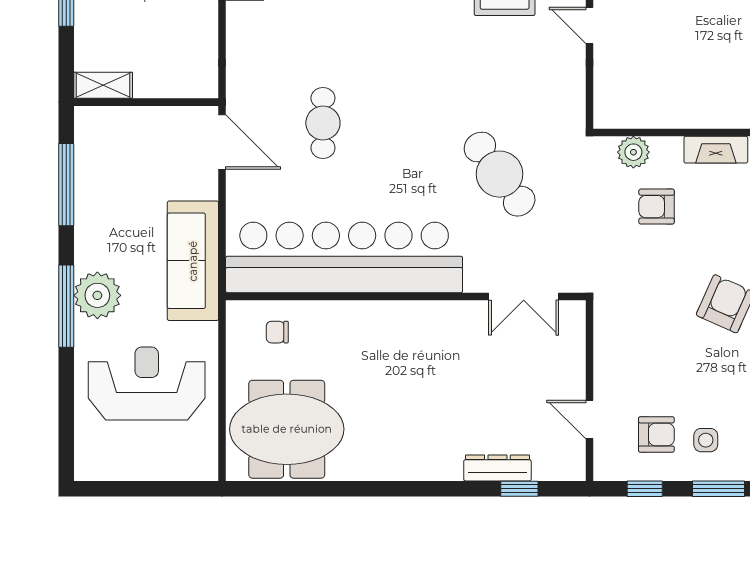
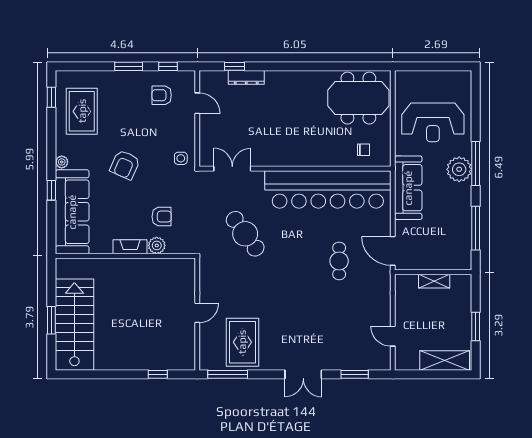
door: (589, 25) -> (197, 313), hinge flipped
shelving: (103, 85) -> (434, 281), moved
plant: (633, 152) -> (157, 245), moved
side table: (706, 440) -> (181, 158), moved

